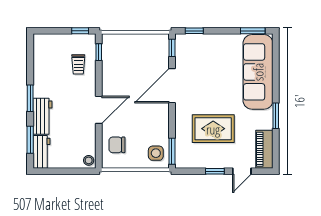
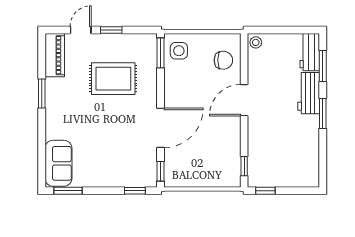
trolley: (78, 64) -> (268, 152), removed
sofa: (258, 72) -> (58, 163), width x0.54, depth x0.79

